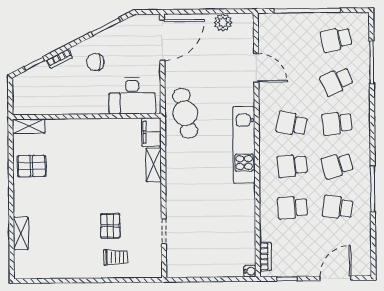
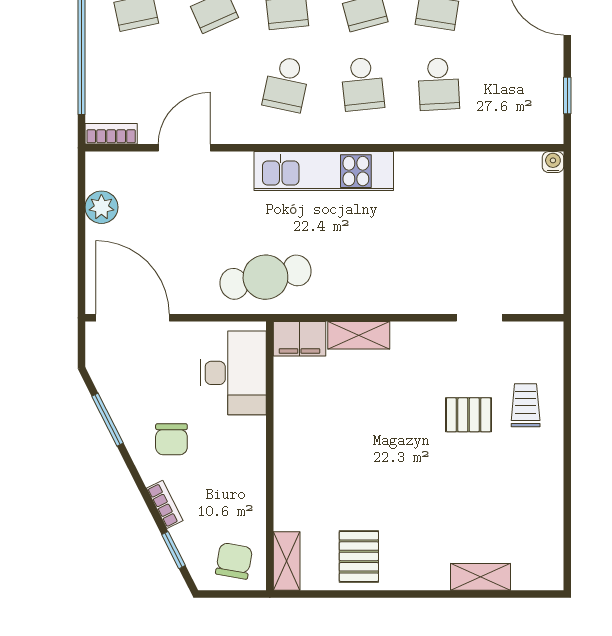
chair: (29, 97) -> (234, 561), added
bookcase: (266, 256) -> (111, 134), moved

